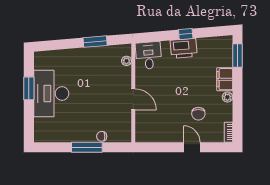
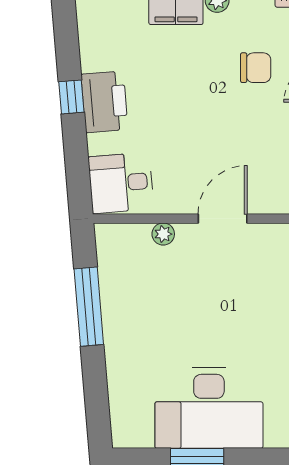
window: (95, 42) -> (89, 307), width x1.44
plant: (126, 61) -> (163, 234), moved

